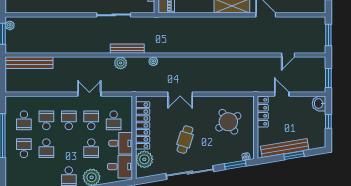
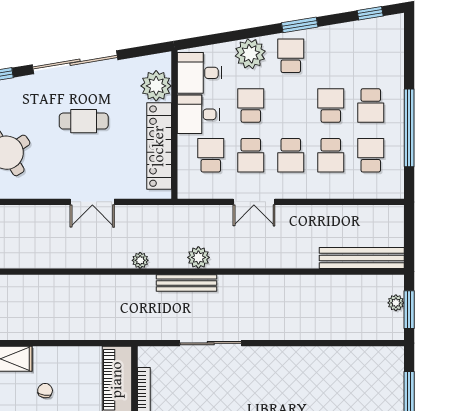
plant: (10, 25) -> (396, 303), moved
double door: (180, 94) -> (92, 202), swing flipped
cafe table: (185, 140) -> (84, 121), turned 73

